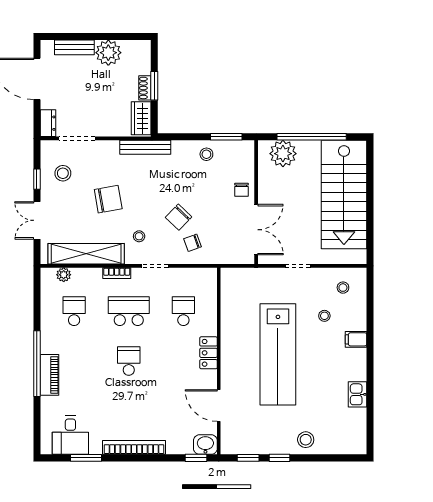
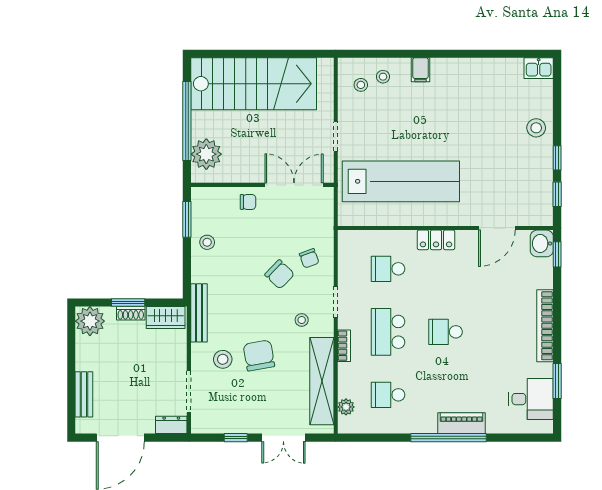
plant: (108, 53) -> (90, 321), moved
stool: (63, 173) -> (223, 359), moved
stool: (324, 316) -> (383, 77), moved
lab bench: (278, 354) -> (401, 181), moved
kitchen sink: (357, 394) -> (539, 68), moved

